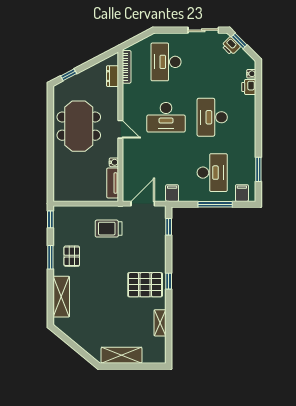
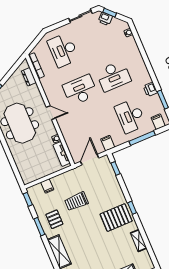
printer: (249, 87) -> (150, 89), moved
desk: (166, 117) -> (80, 90), turned 180
desk: (212, 117) -> (113, 76), turned -90
desk: (212, 173) -> (130, 116), turned 180
filing cabinet: (80, 213) -> (47, 186), added
trolley: (109, 229) -> (76, 201), moved

